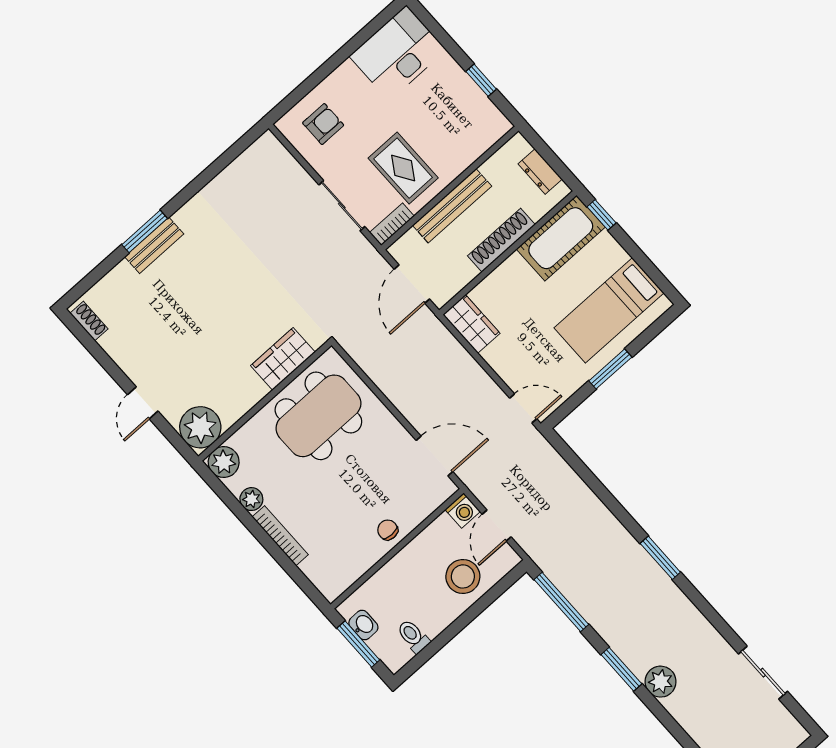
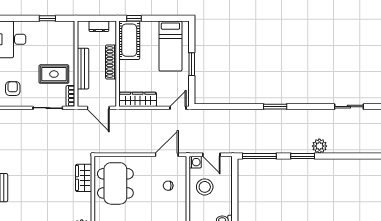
wardrobe: (472, 324) -> (138, 99), width x1.50
chair: (388, 530) -> (168, 186), moved
stool: (463, 576) -> (205, 187), moved

